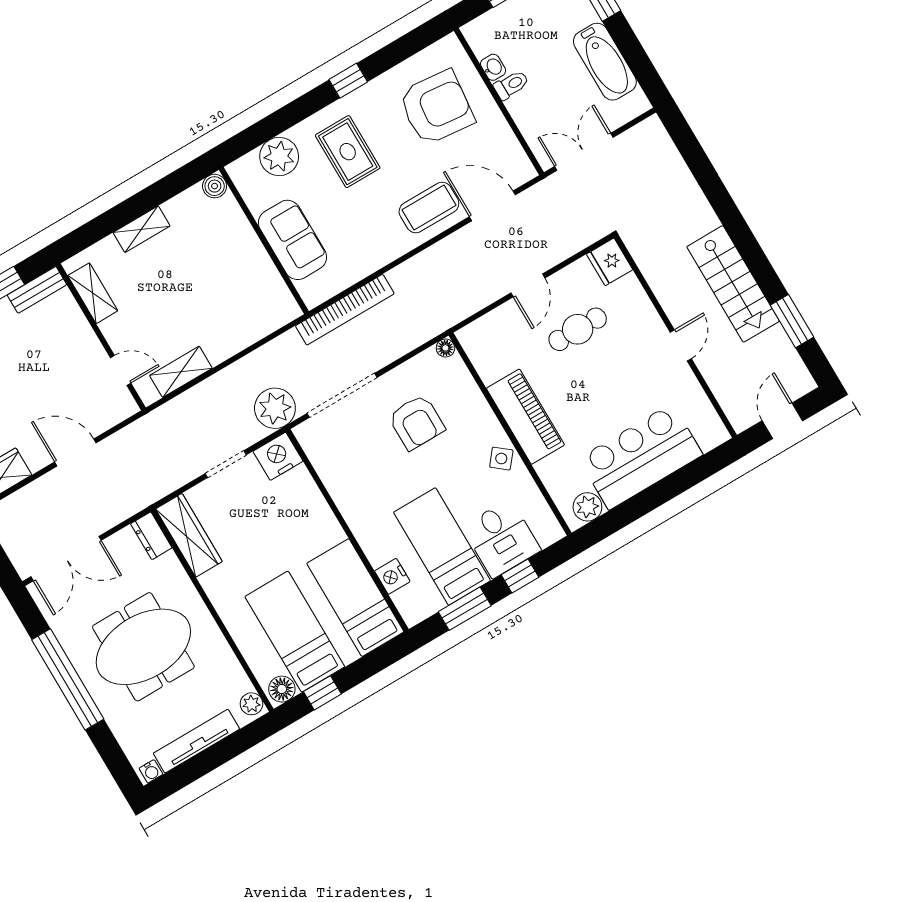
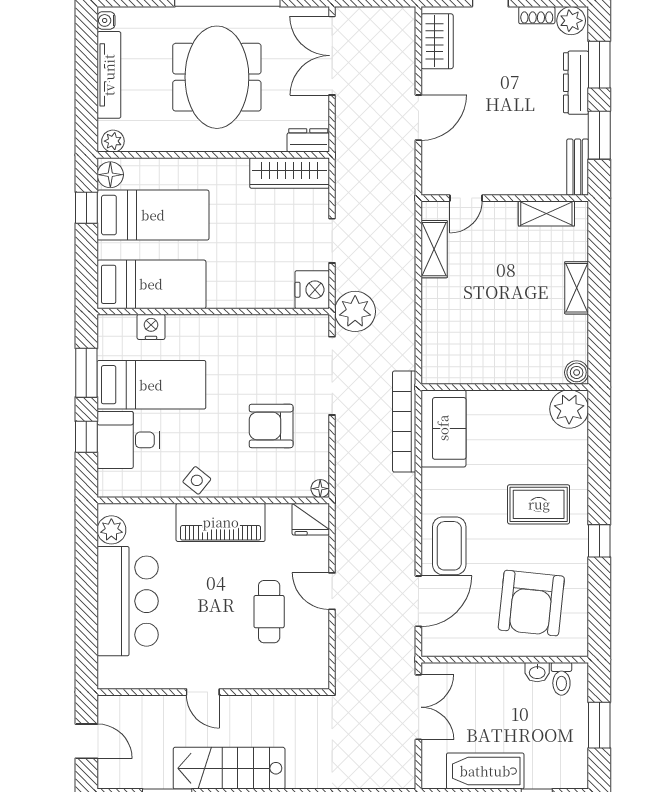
toilet: (511, 85) -> (561, 679), moved
plant: (279, 156) -> (569, 409), moved
sofa: (293, 240) -> (443, 428), moved, turned -90
fridge: (610, 262) -> (311, 519), moved, turned 180

